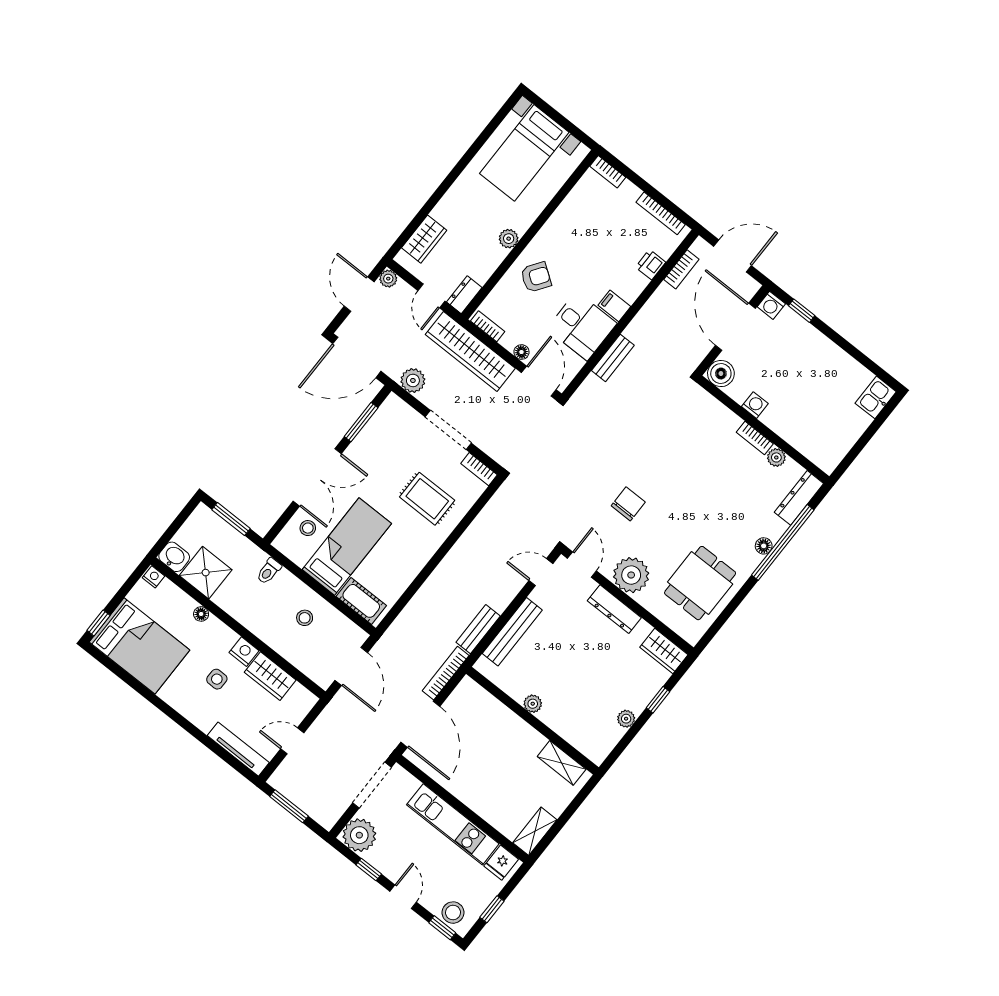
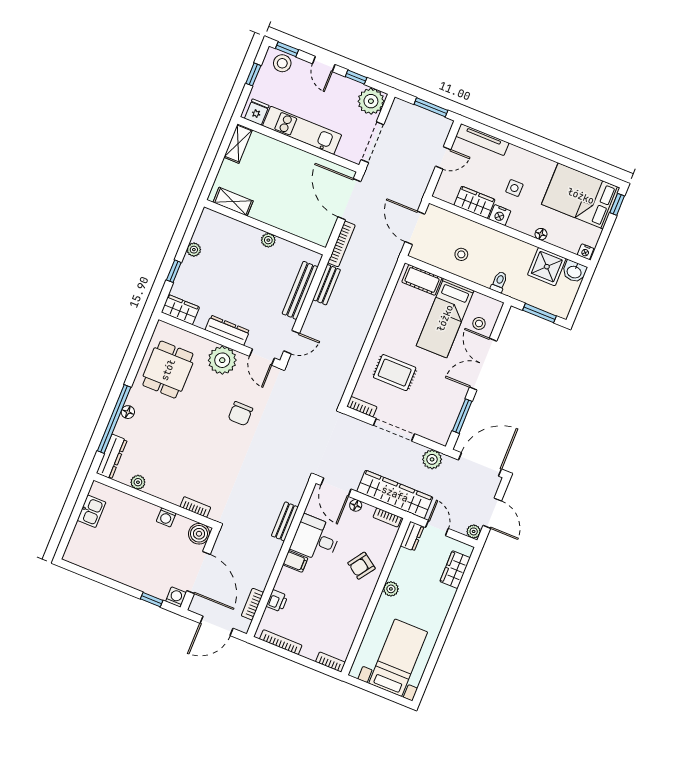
kitchen sink: (876, 397) -> (92, 511), moved
bookcase: (755, 438) -> (195, 507), moved

